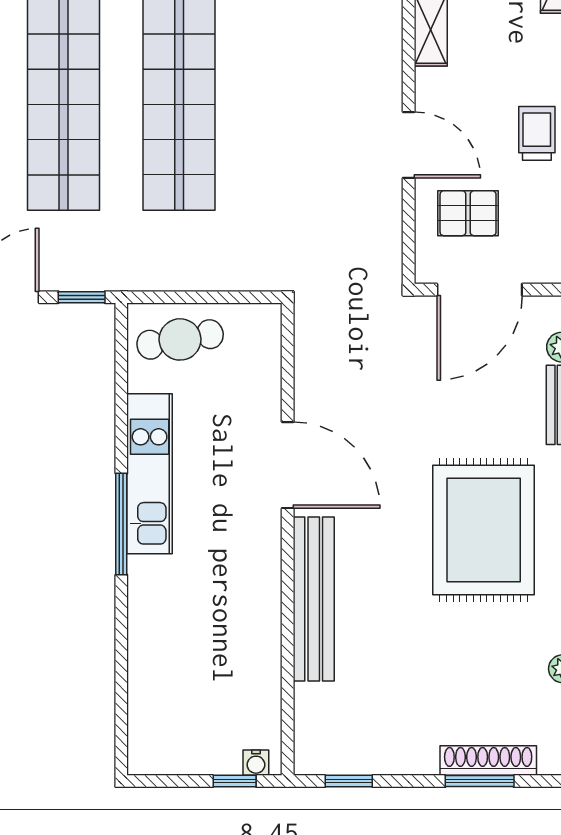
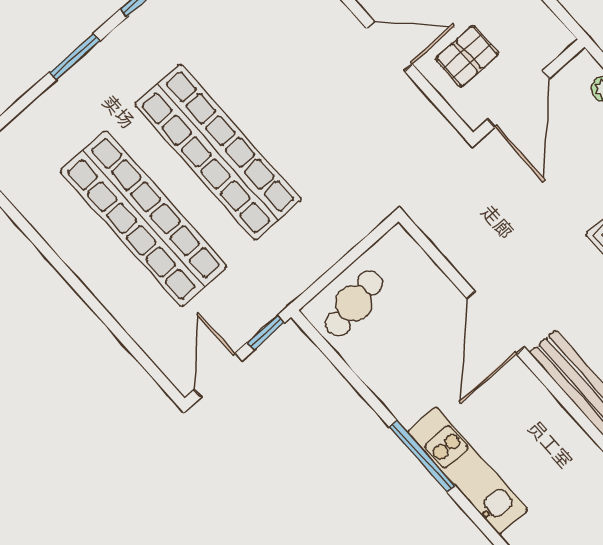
door: (288, 465) -> (495, 323), swing flipped
kitchen unit: (150, 474) -> (468, 471), moved

